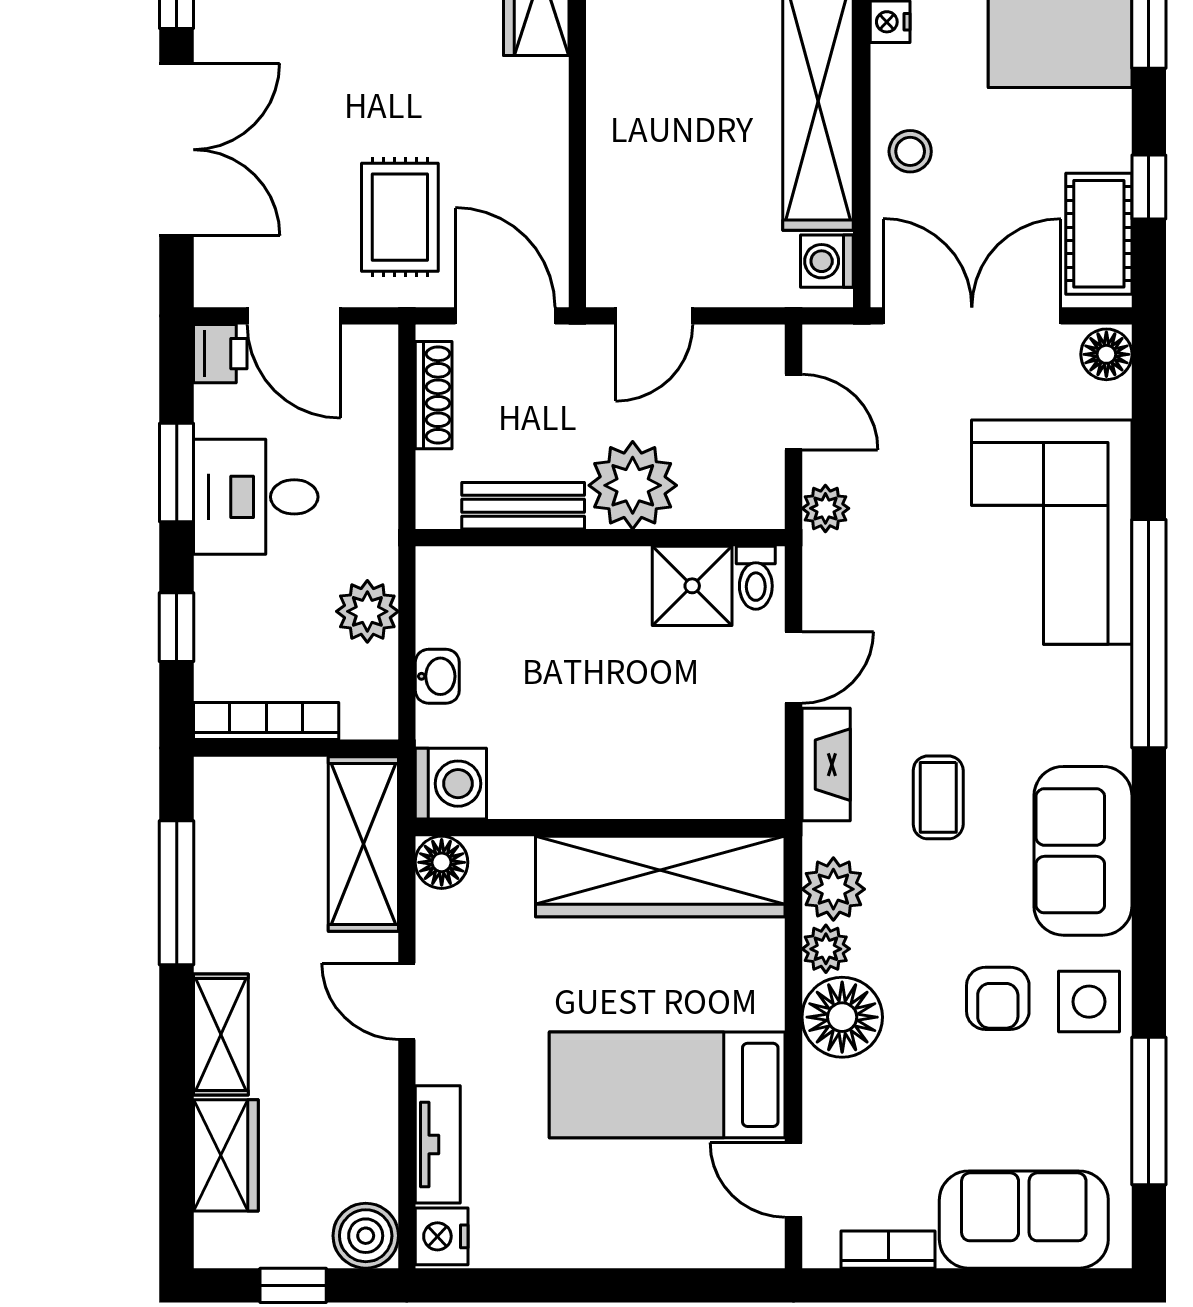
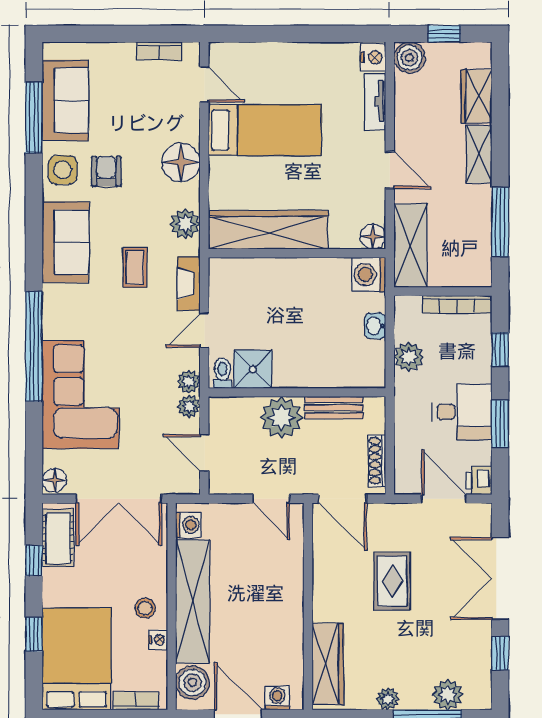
stool: (910, 151) -> (145, 608), moved
rug: (400, 217) -> (392, 581), moved
door: (654, 316) -> (271, 499), swing flipped
plant: (826, 949) -> (189, 382), moved
sofa: (1024, 1220) -> (65, 100), moved, turned -90

